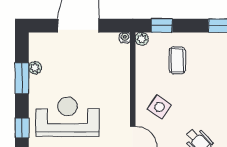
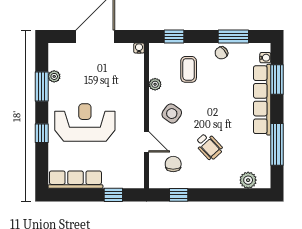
plant: (142, 39) -> (155, 84), moved
chair: (212, 43) -> (221, 53), added

